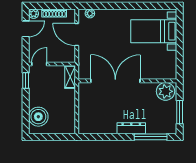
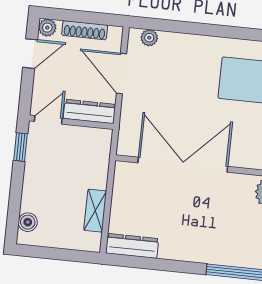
dresser: (61, 57) -> (89, 111), added
shelving: (70, 77) -> (95, 211), moved
boiler: (38, 117) -> (28, 222), width x0.54, depth x0.54
dresser: (131, 128) -> (132, 246), moved

